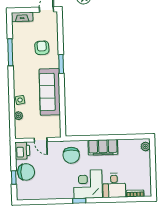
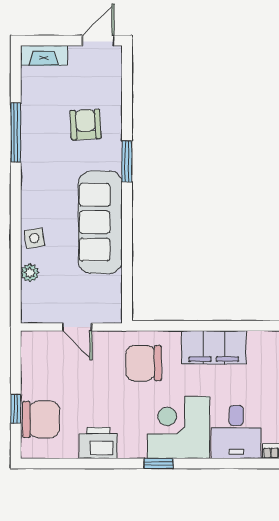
printer: (22, 151) -> (98, 443), moved, turned -90
chair: (71, 155) -> (144, 363), turned 90
chair: (26, 172) -> (41, 419), moved

